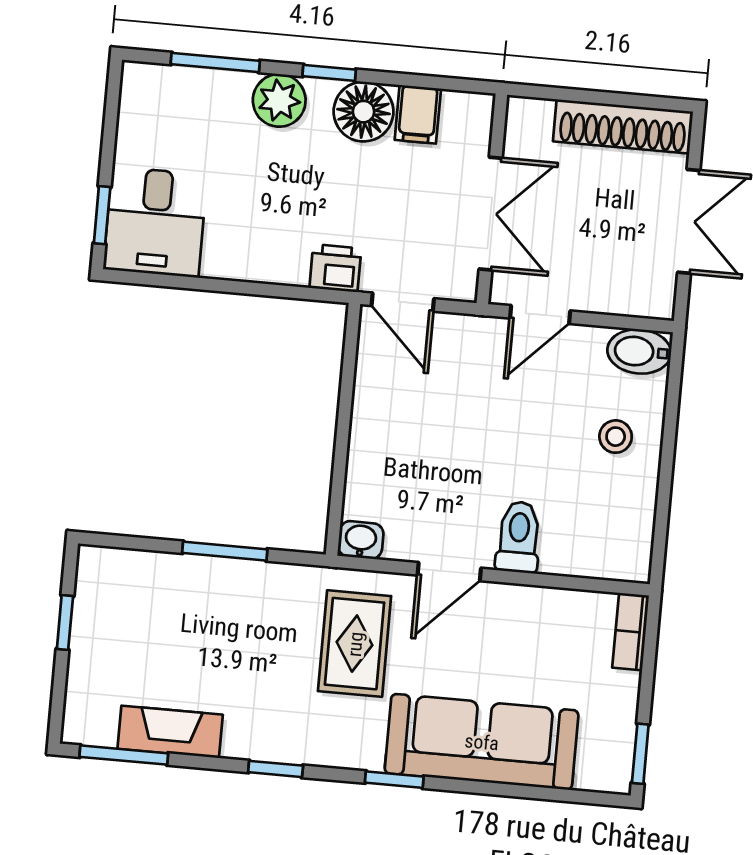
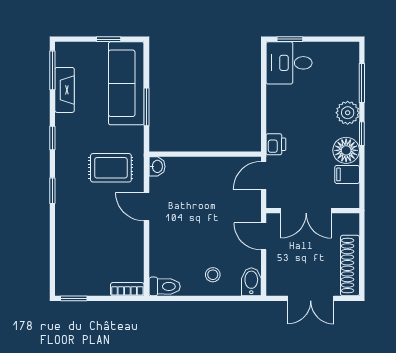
toilet: (519, 537) -> (165, 286), moved
sofa: (482, 742) -> (126, 83), moved, turned 180

